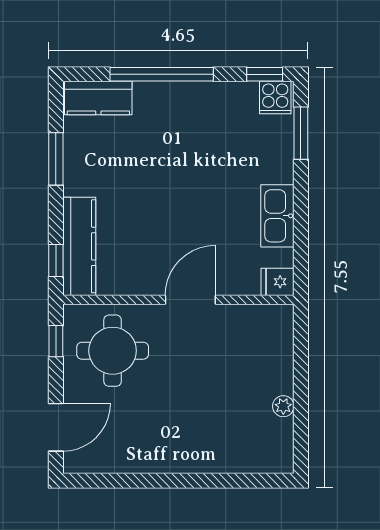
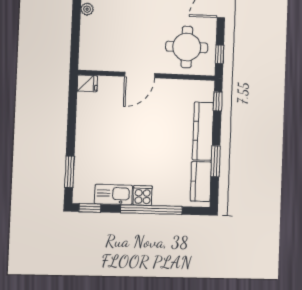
kitchen counter: (98, 98) -> (201, 181), moved, turned -90
cooker: (275, 98) -> (143, 195), moved
kitchen sink: (277, 216) -> (113, 195), moved, turned -90
kitchen counter: (79, 246) -> (203, 131), moved

